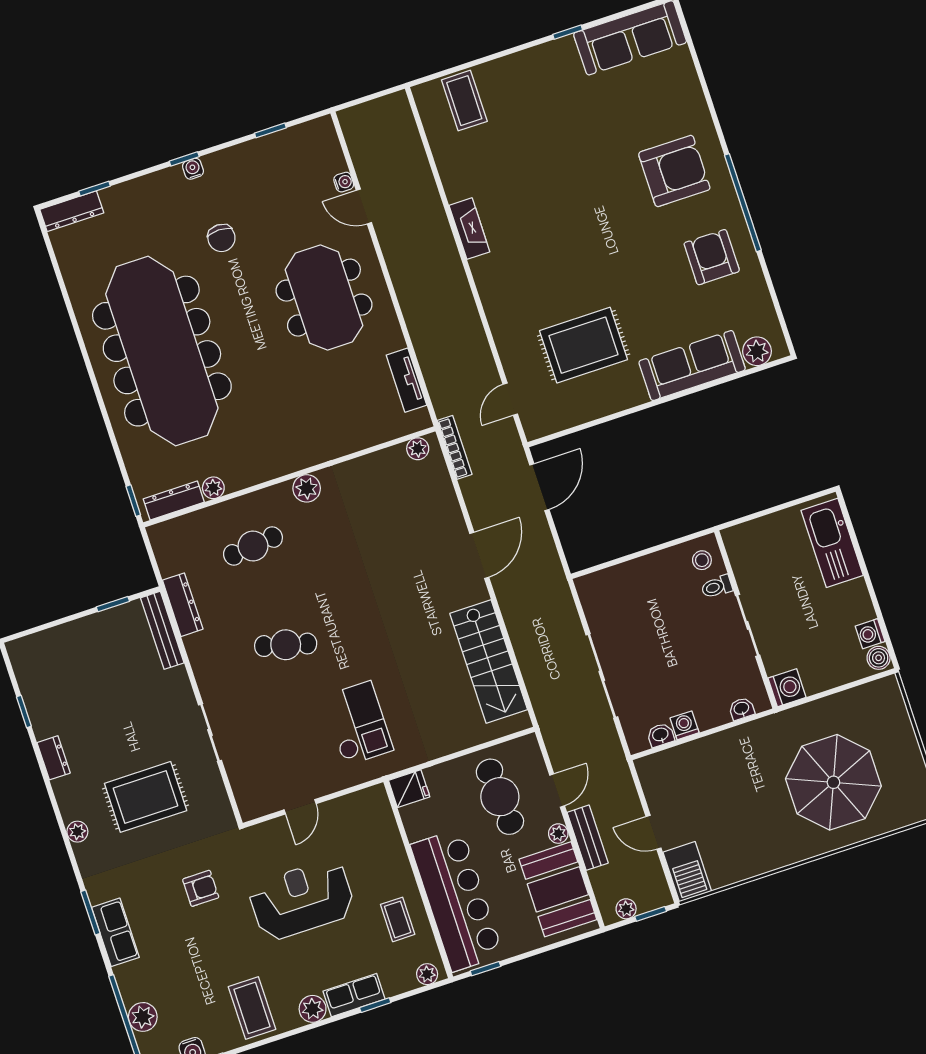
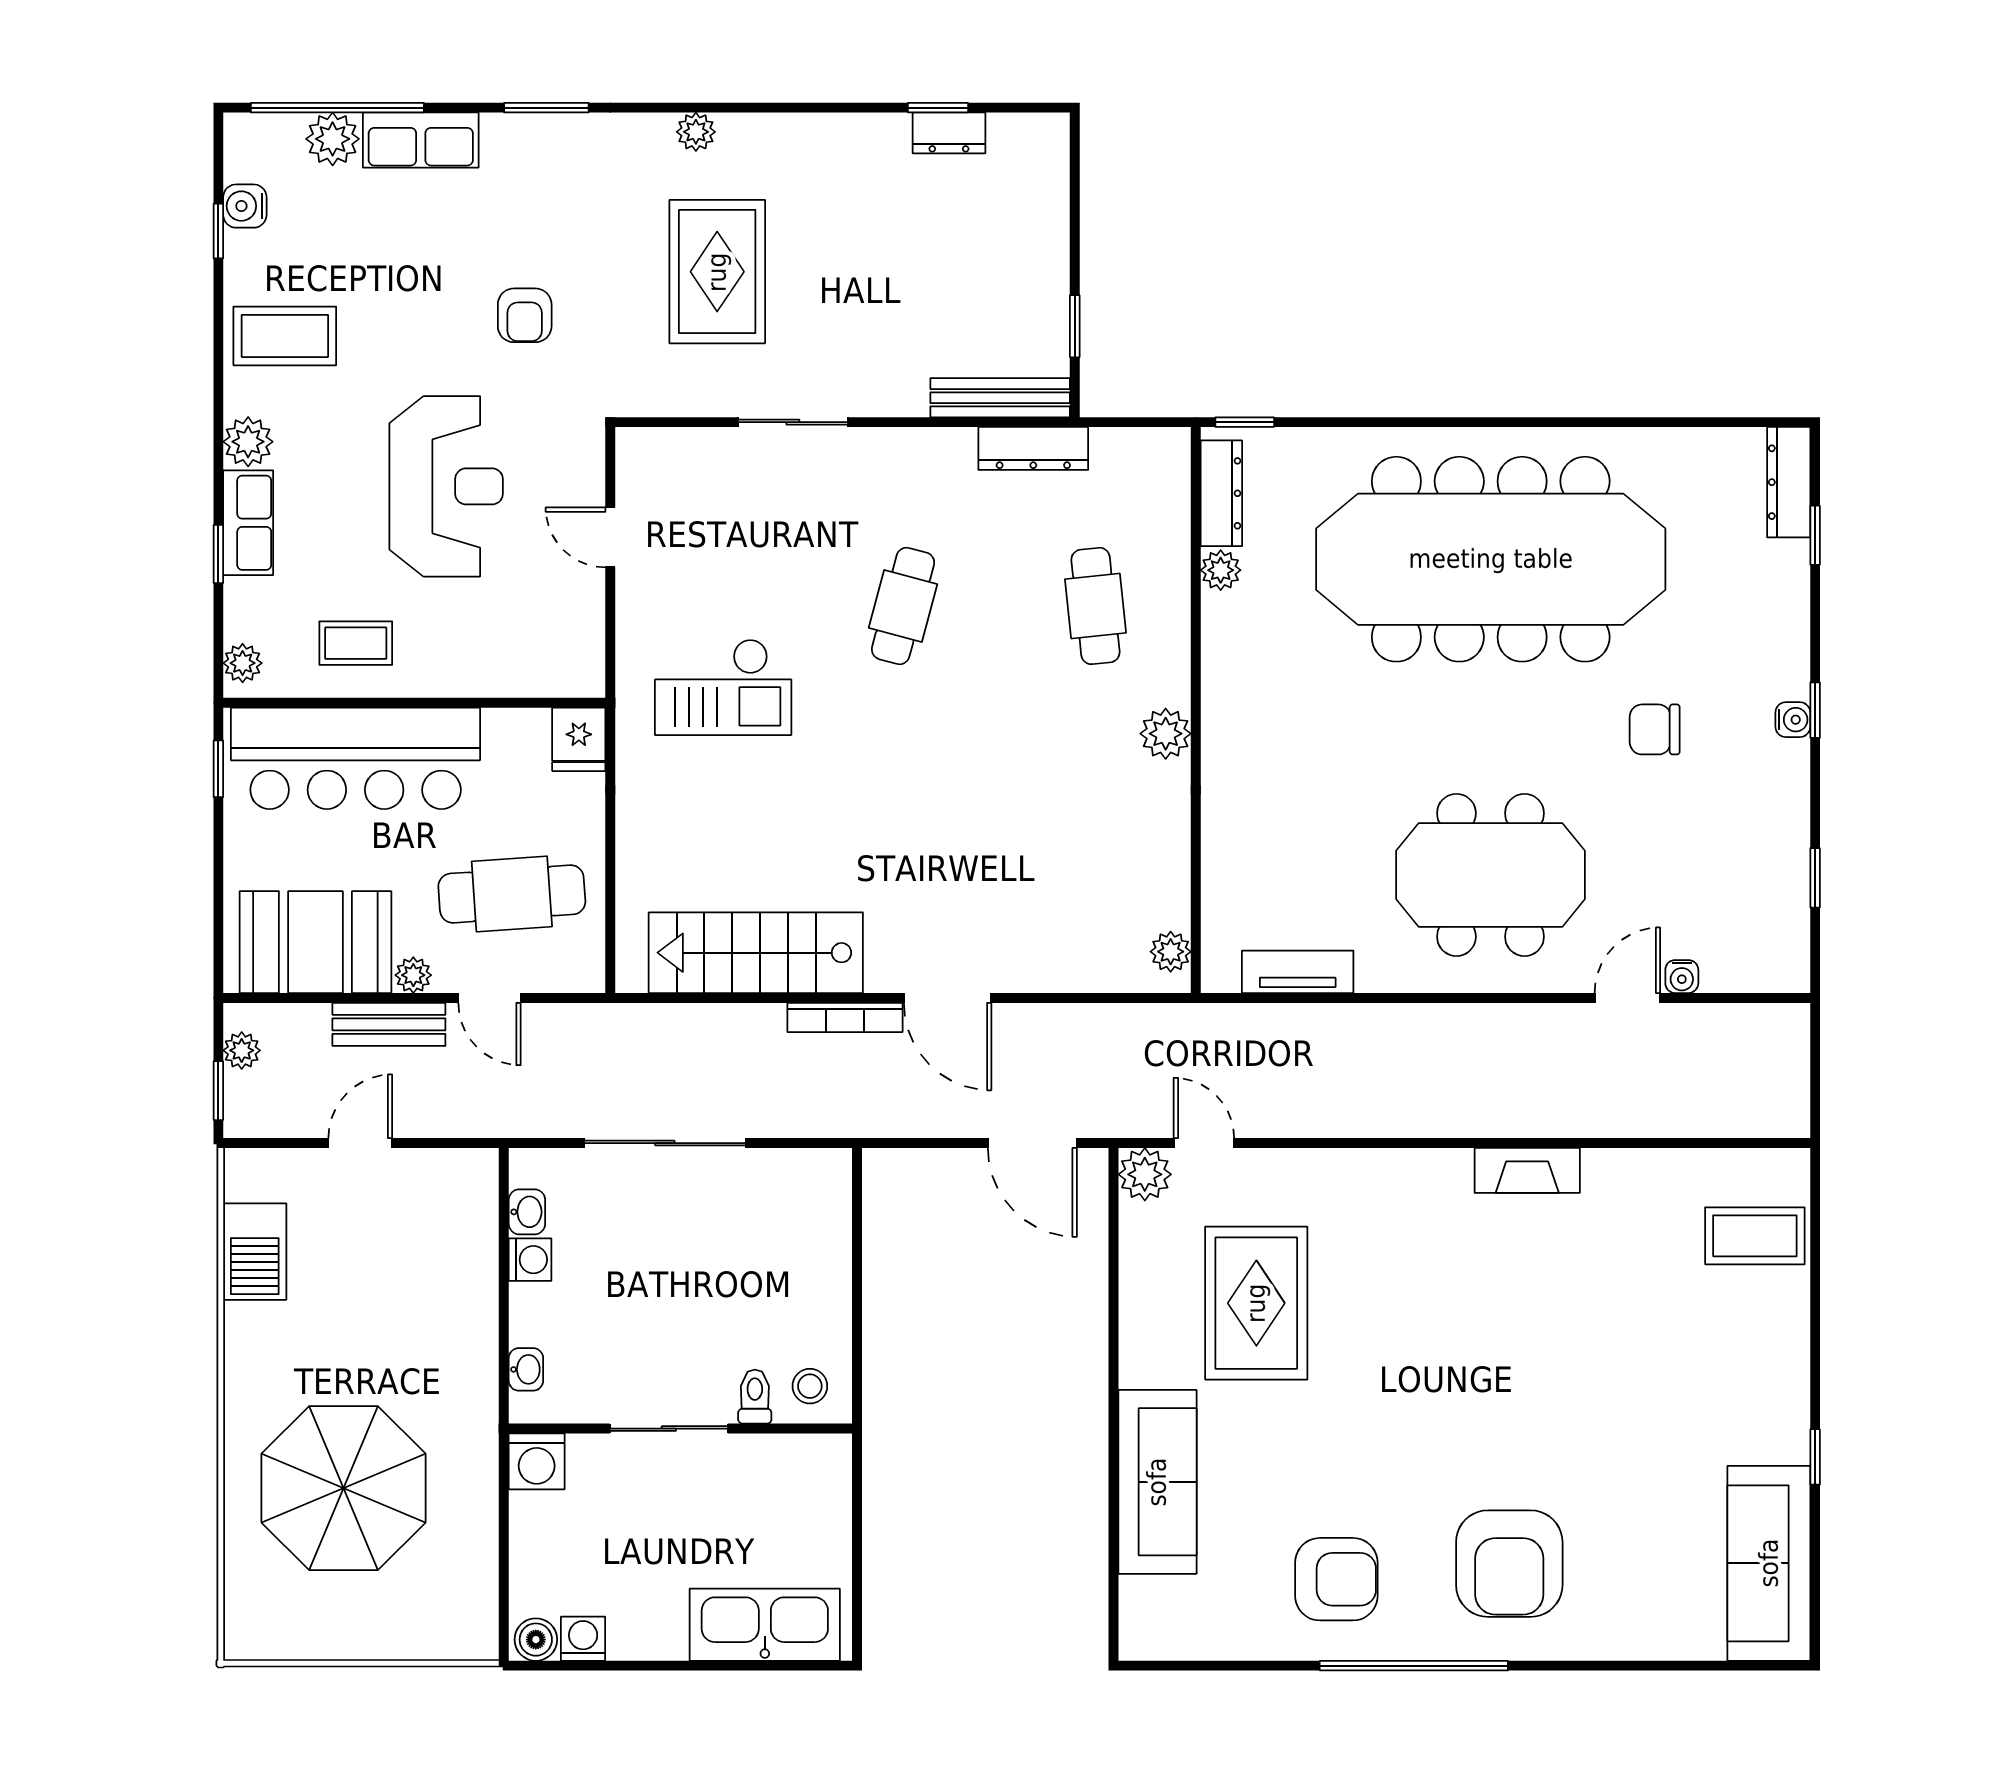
plant: (757, 351) -> (1145, 1174), moved
bookcase: (455, 447) -> (845, 1017), moved
dresser: (54, 758) -> (949, 133), moved
barbecue: (687, 872) -> (255, 1252), moved, turned -90
row of seats: (115, 932) -> (421, 140), moved

